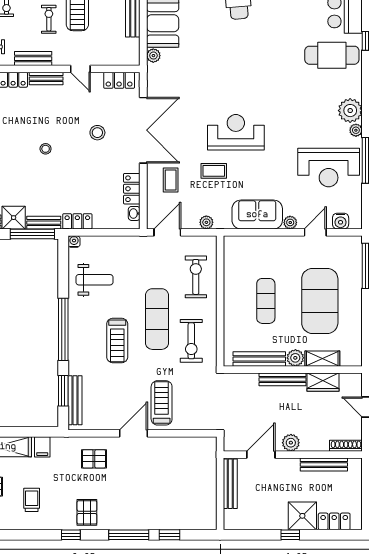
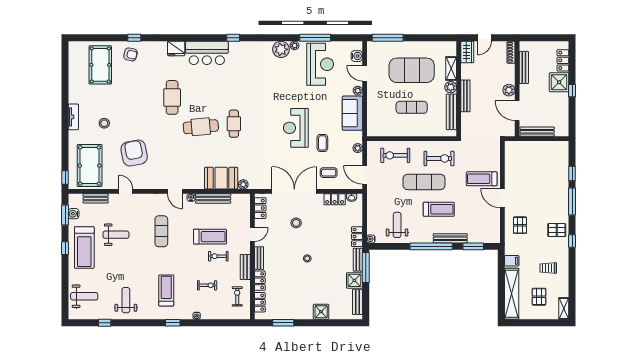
cafe table: (332, 55) -> (234, 124), moved, width x0.73, depth x0.74
wardrobe: (323, 382) -> (467, 52), moved
bench: (75, 400) -> (450, 238), moved

